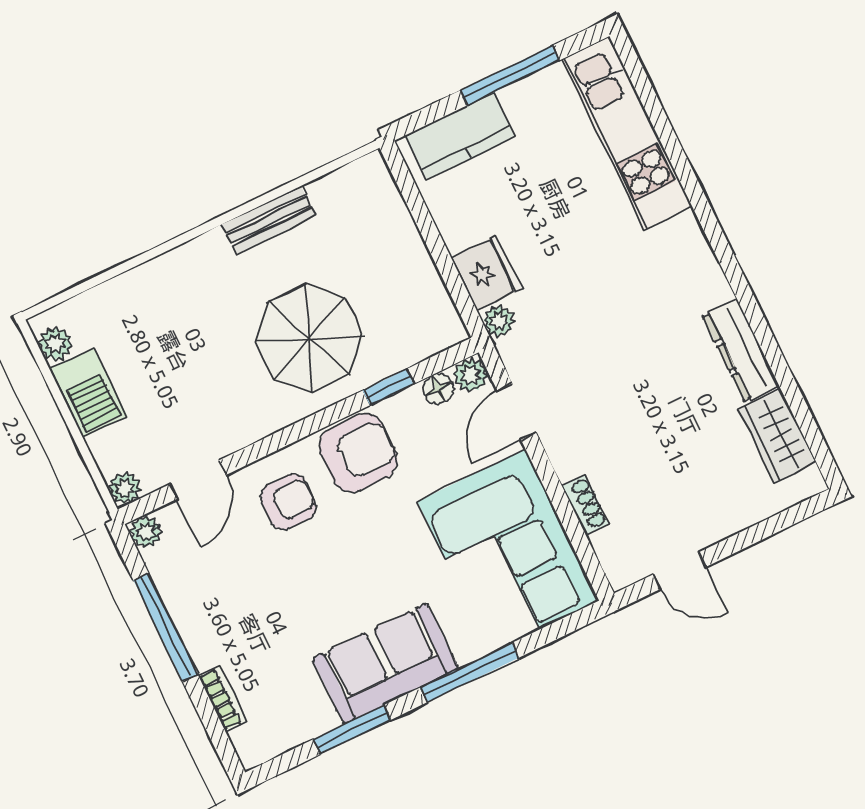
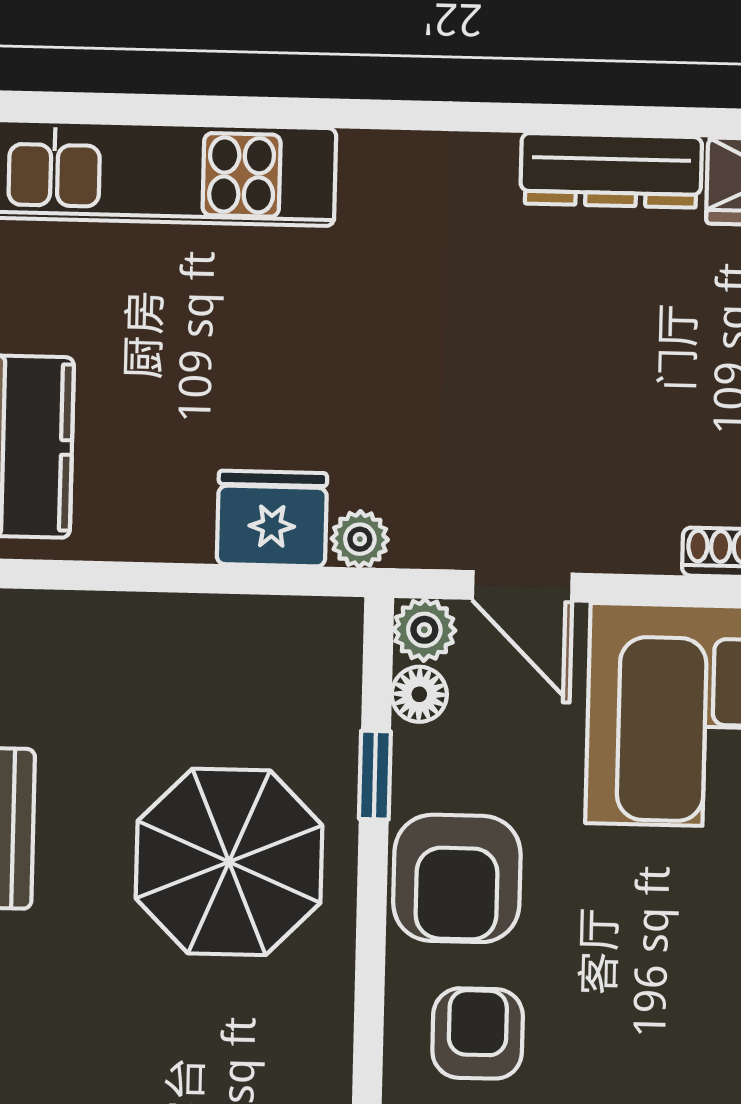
armchair: (358, 453) -> (457, 878), turned 180

